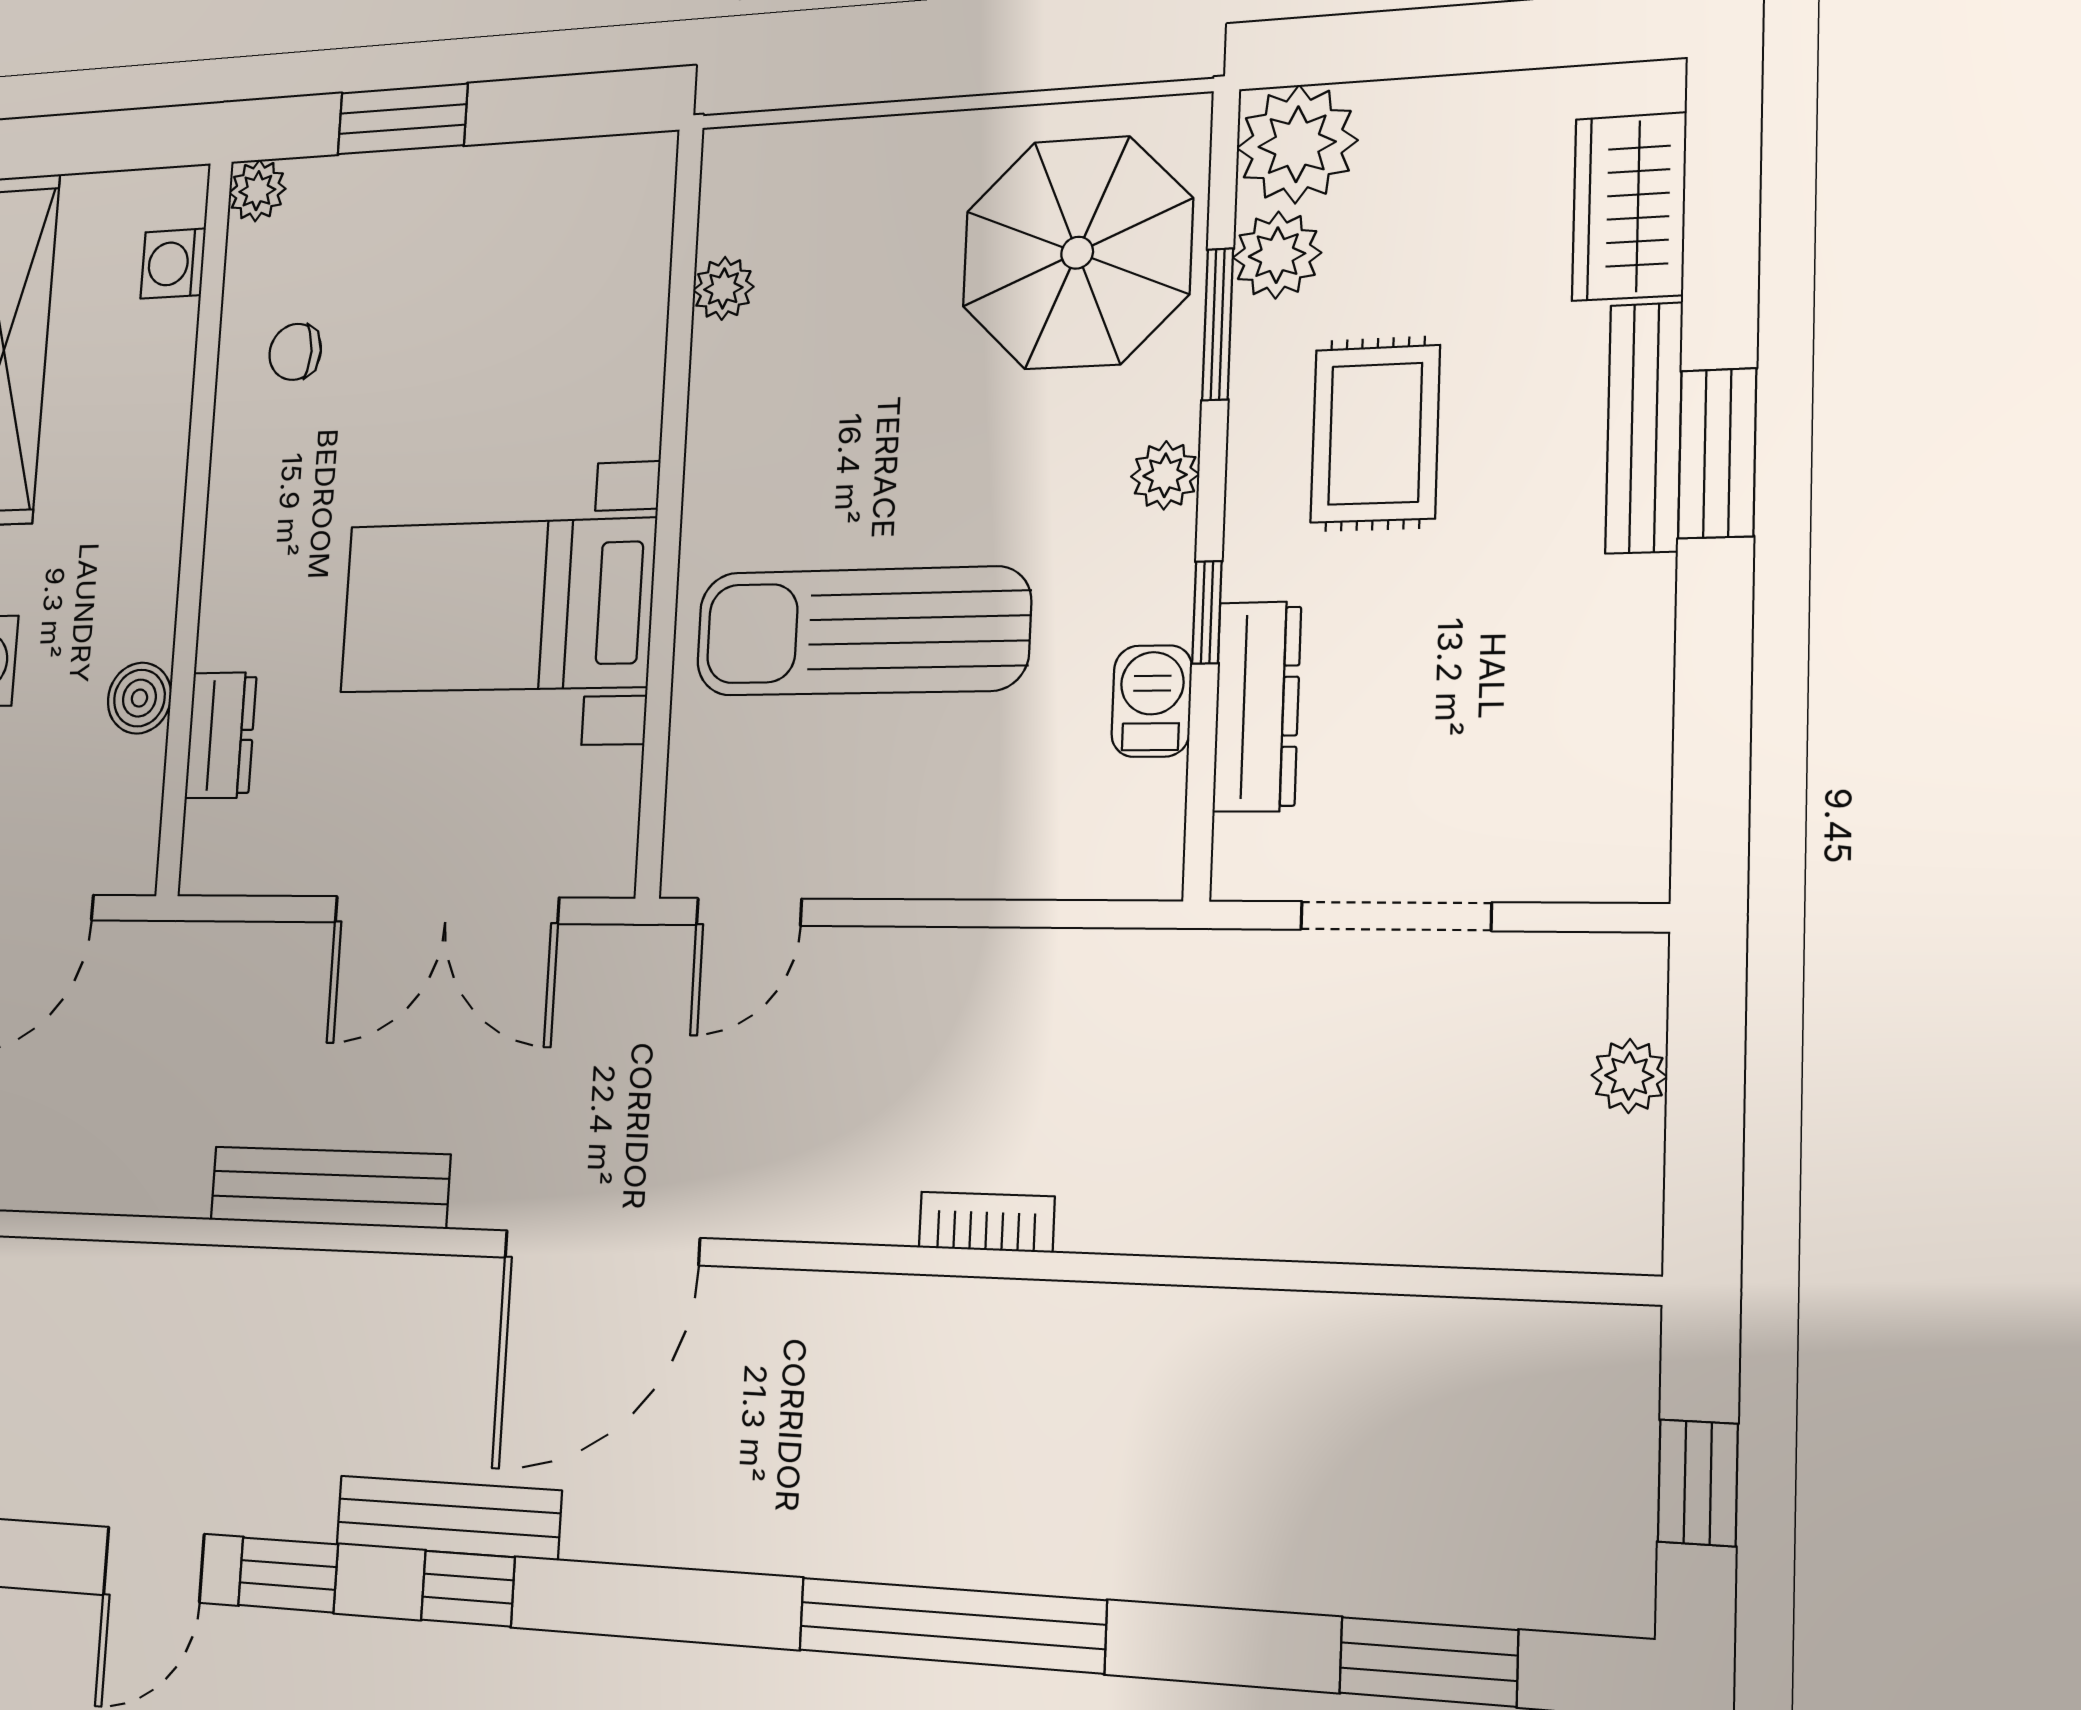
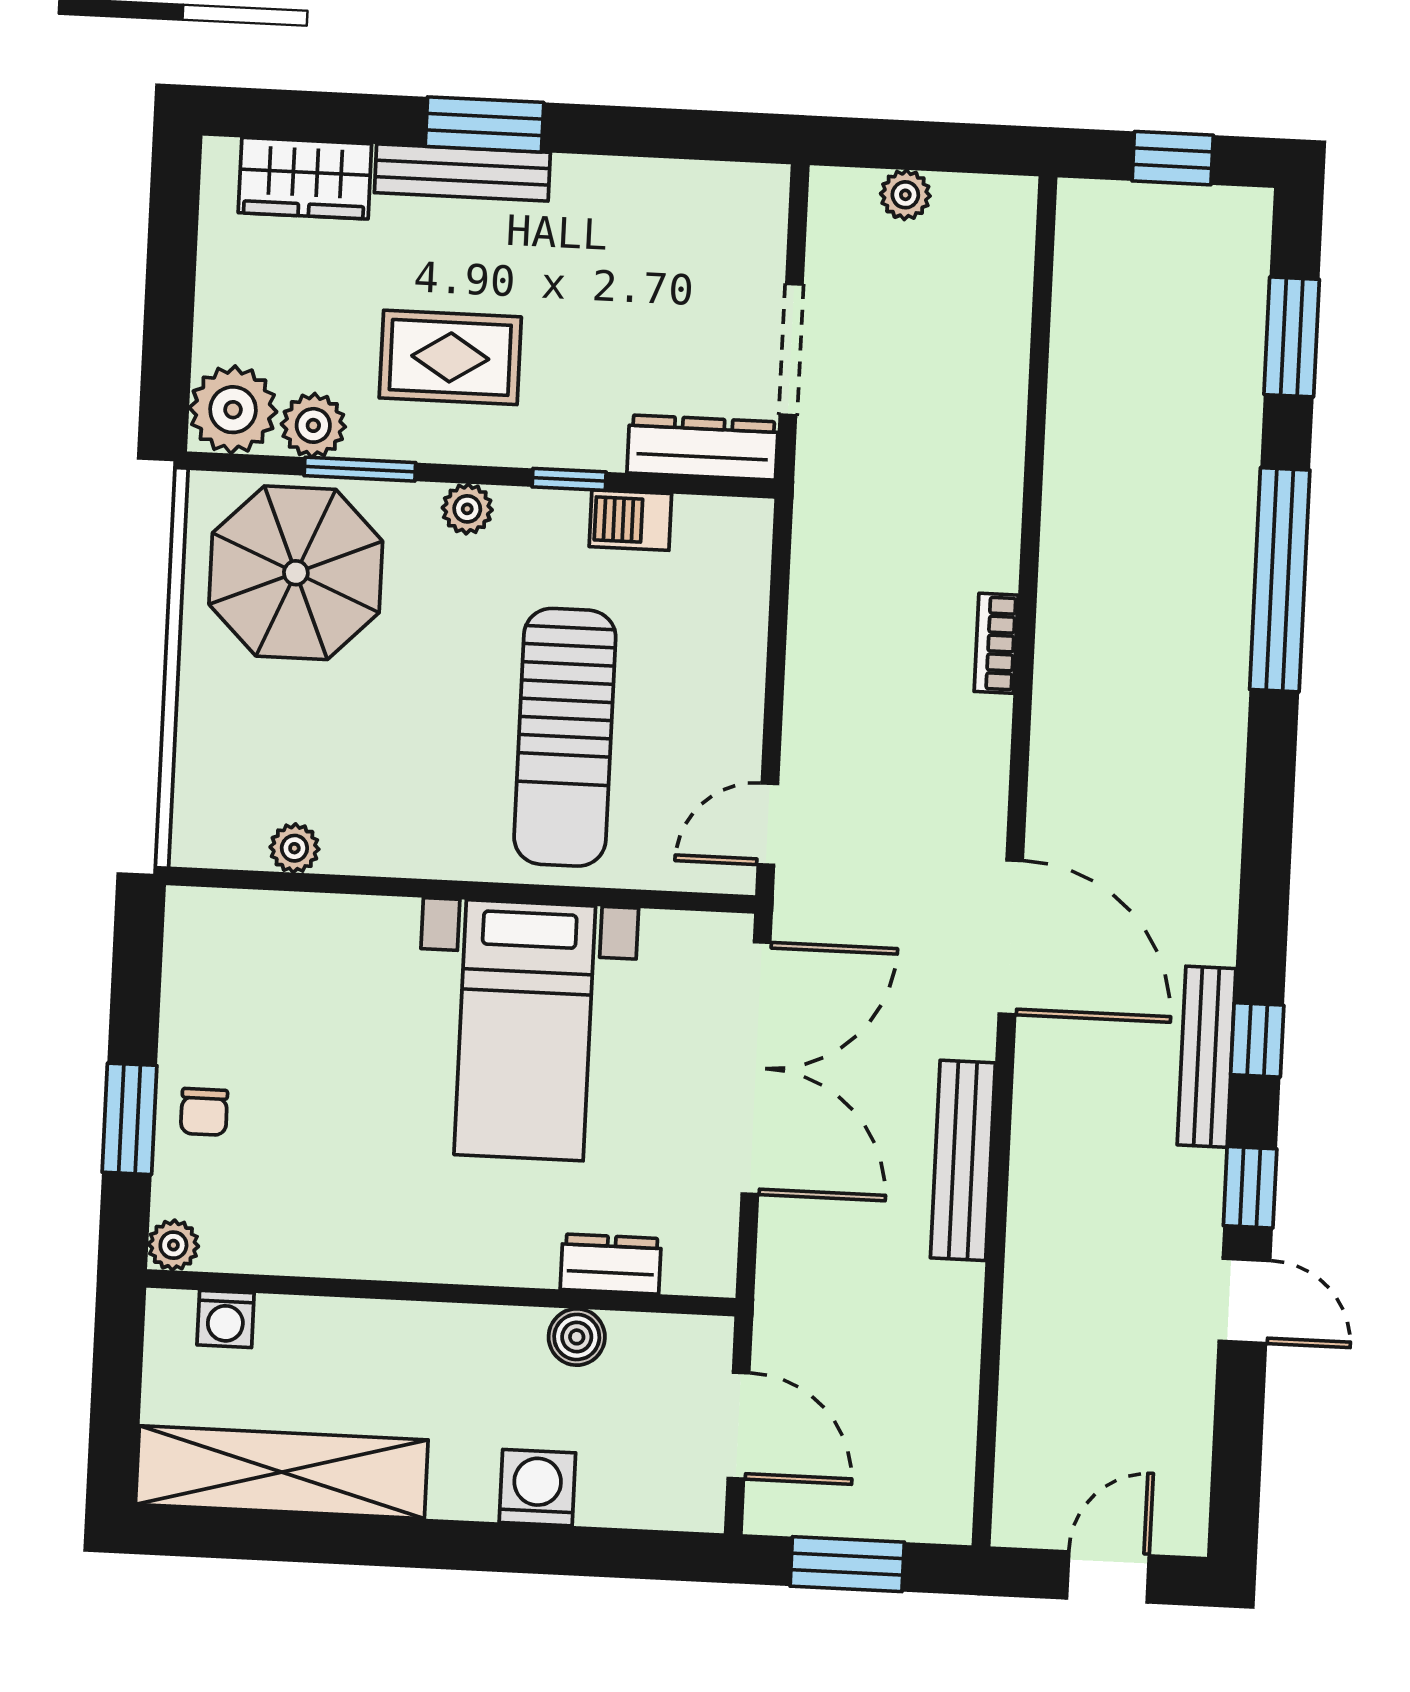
chair: (295, 352) -> (204, 1112), moved
dresser: (1257, 707) -> (703, 447), moved
double door: (446, 910) -> (756, 1068), width x1.36
door: (749, 912) -> (768, 824), swing flipped
window: (951, 1625) -> (1280, 580), moved

